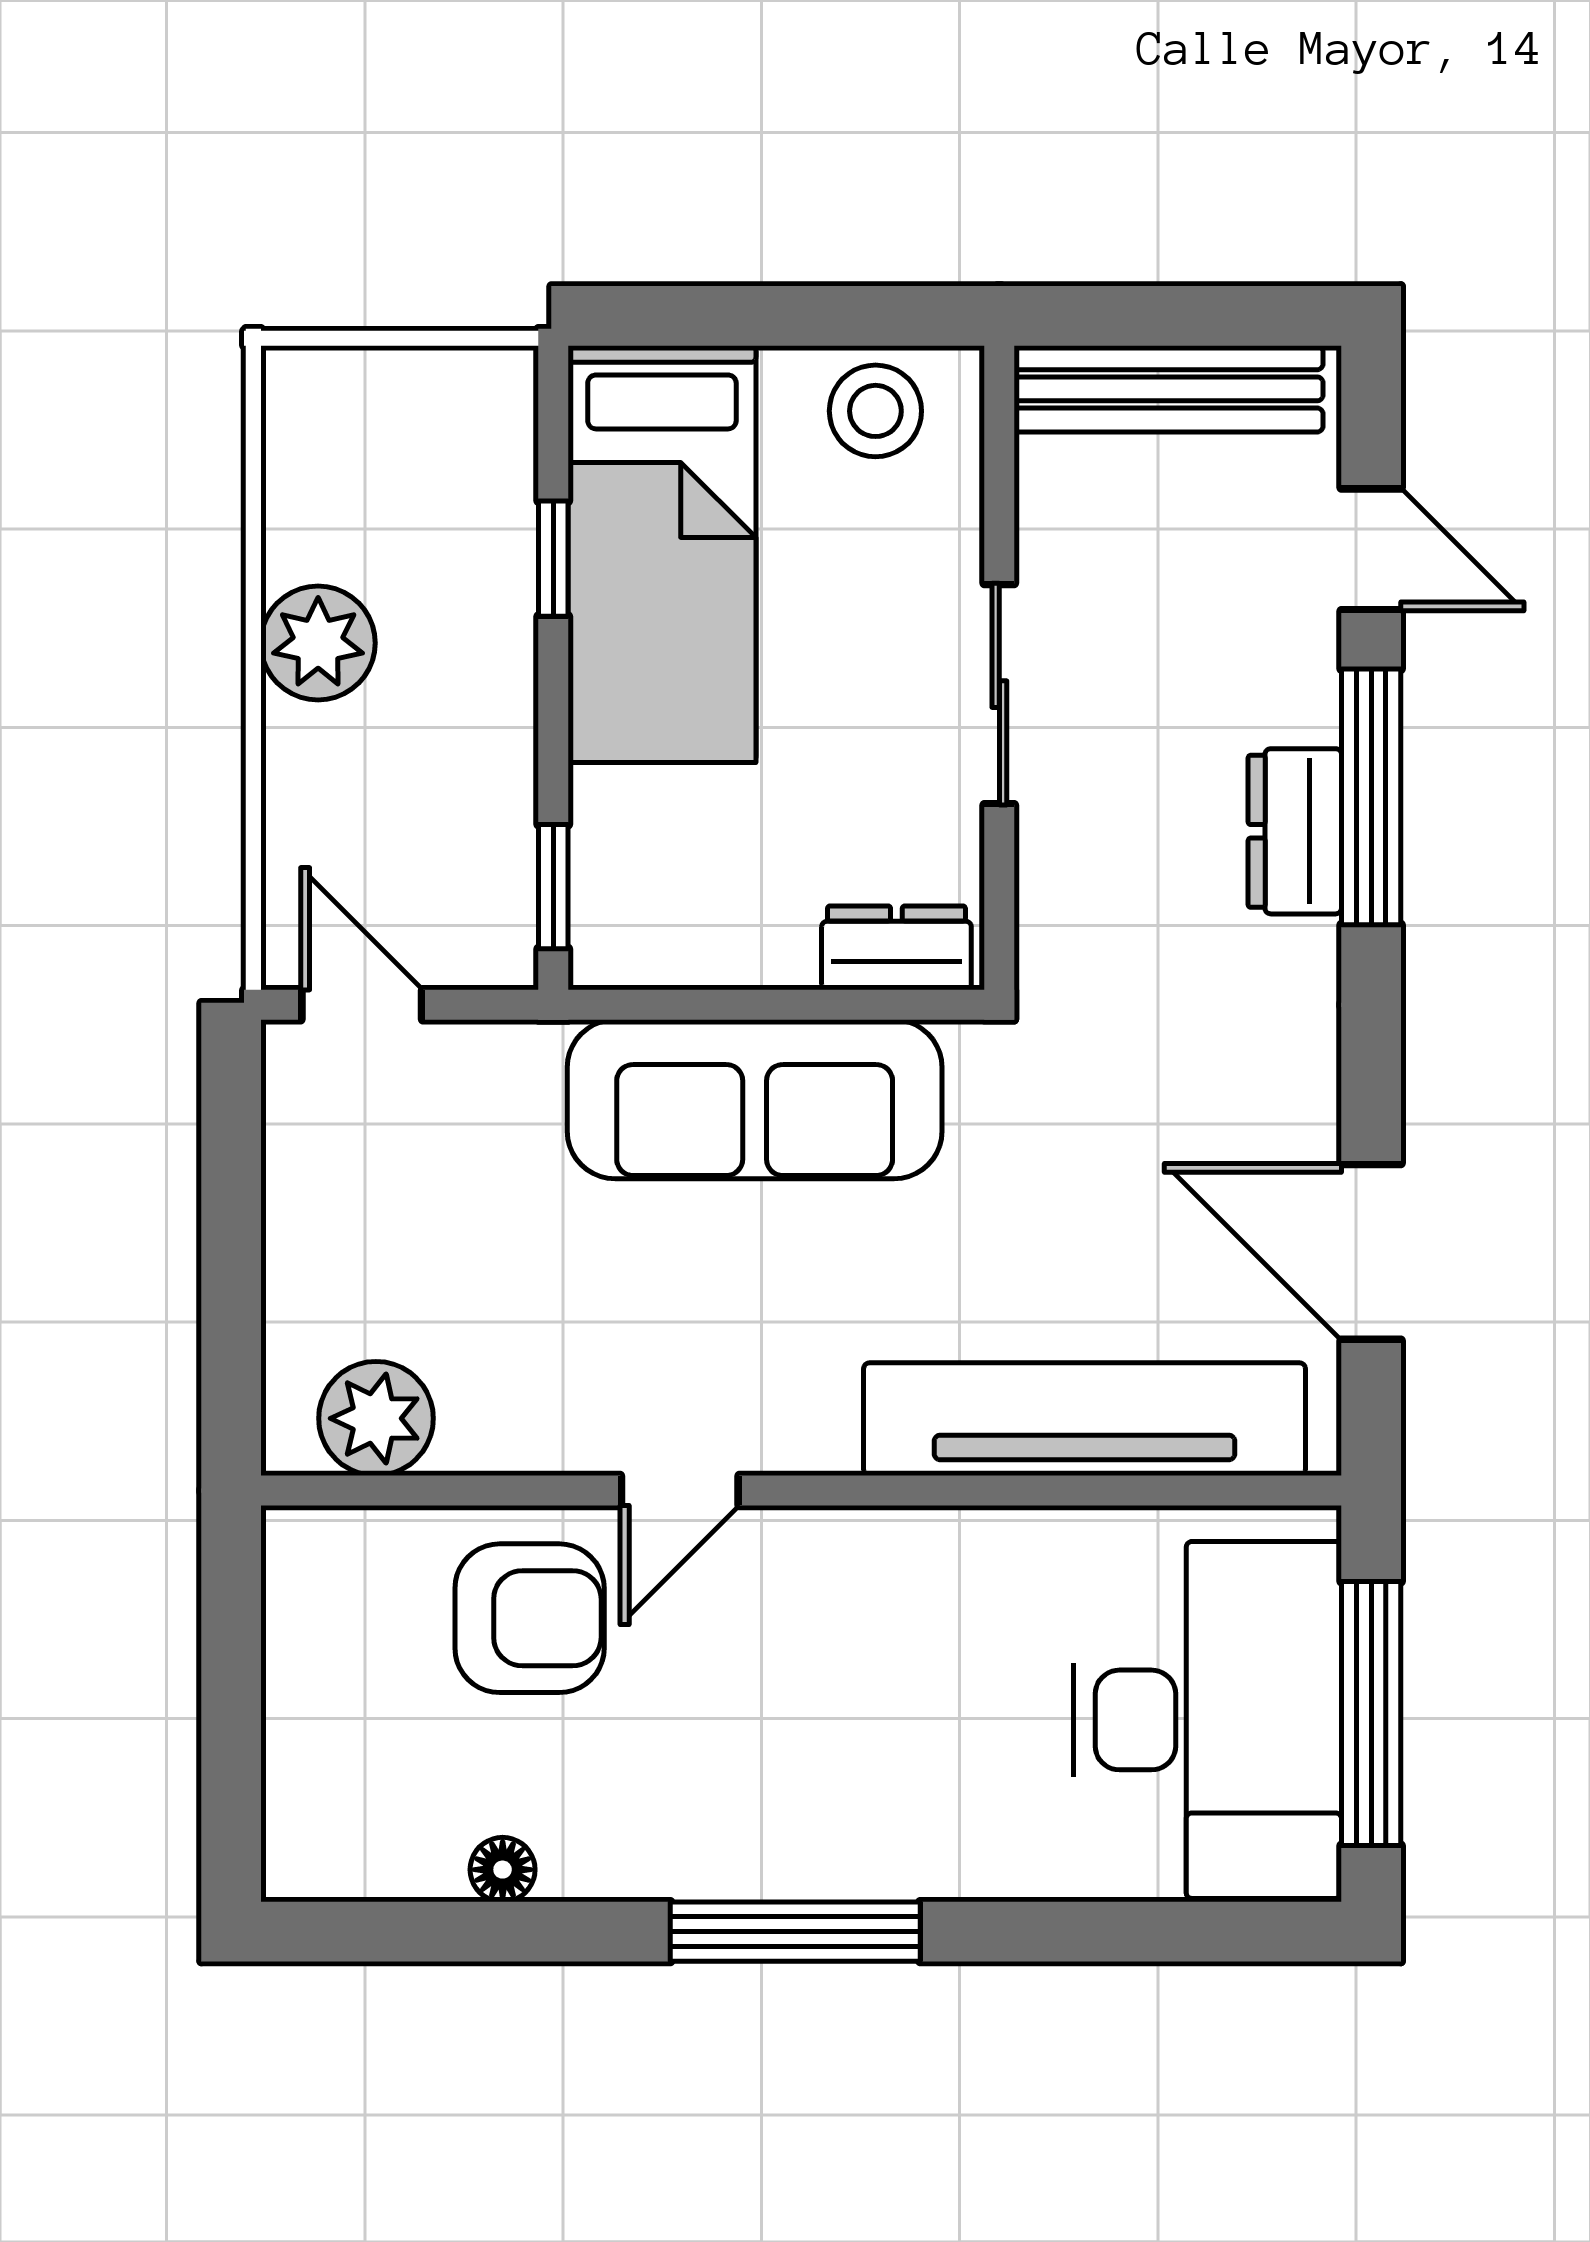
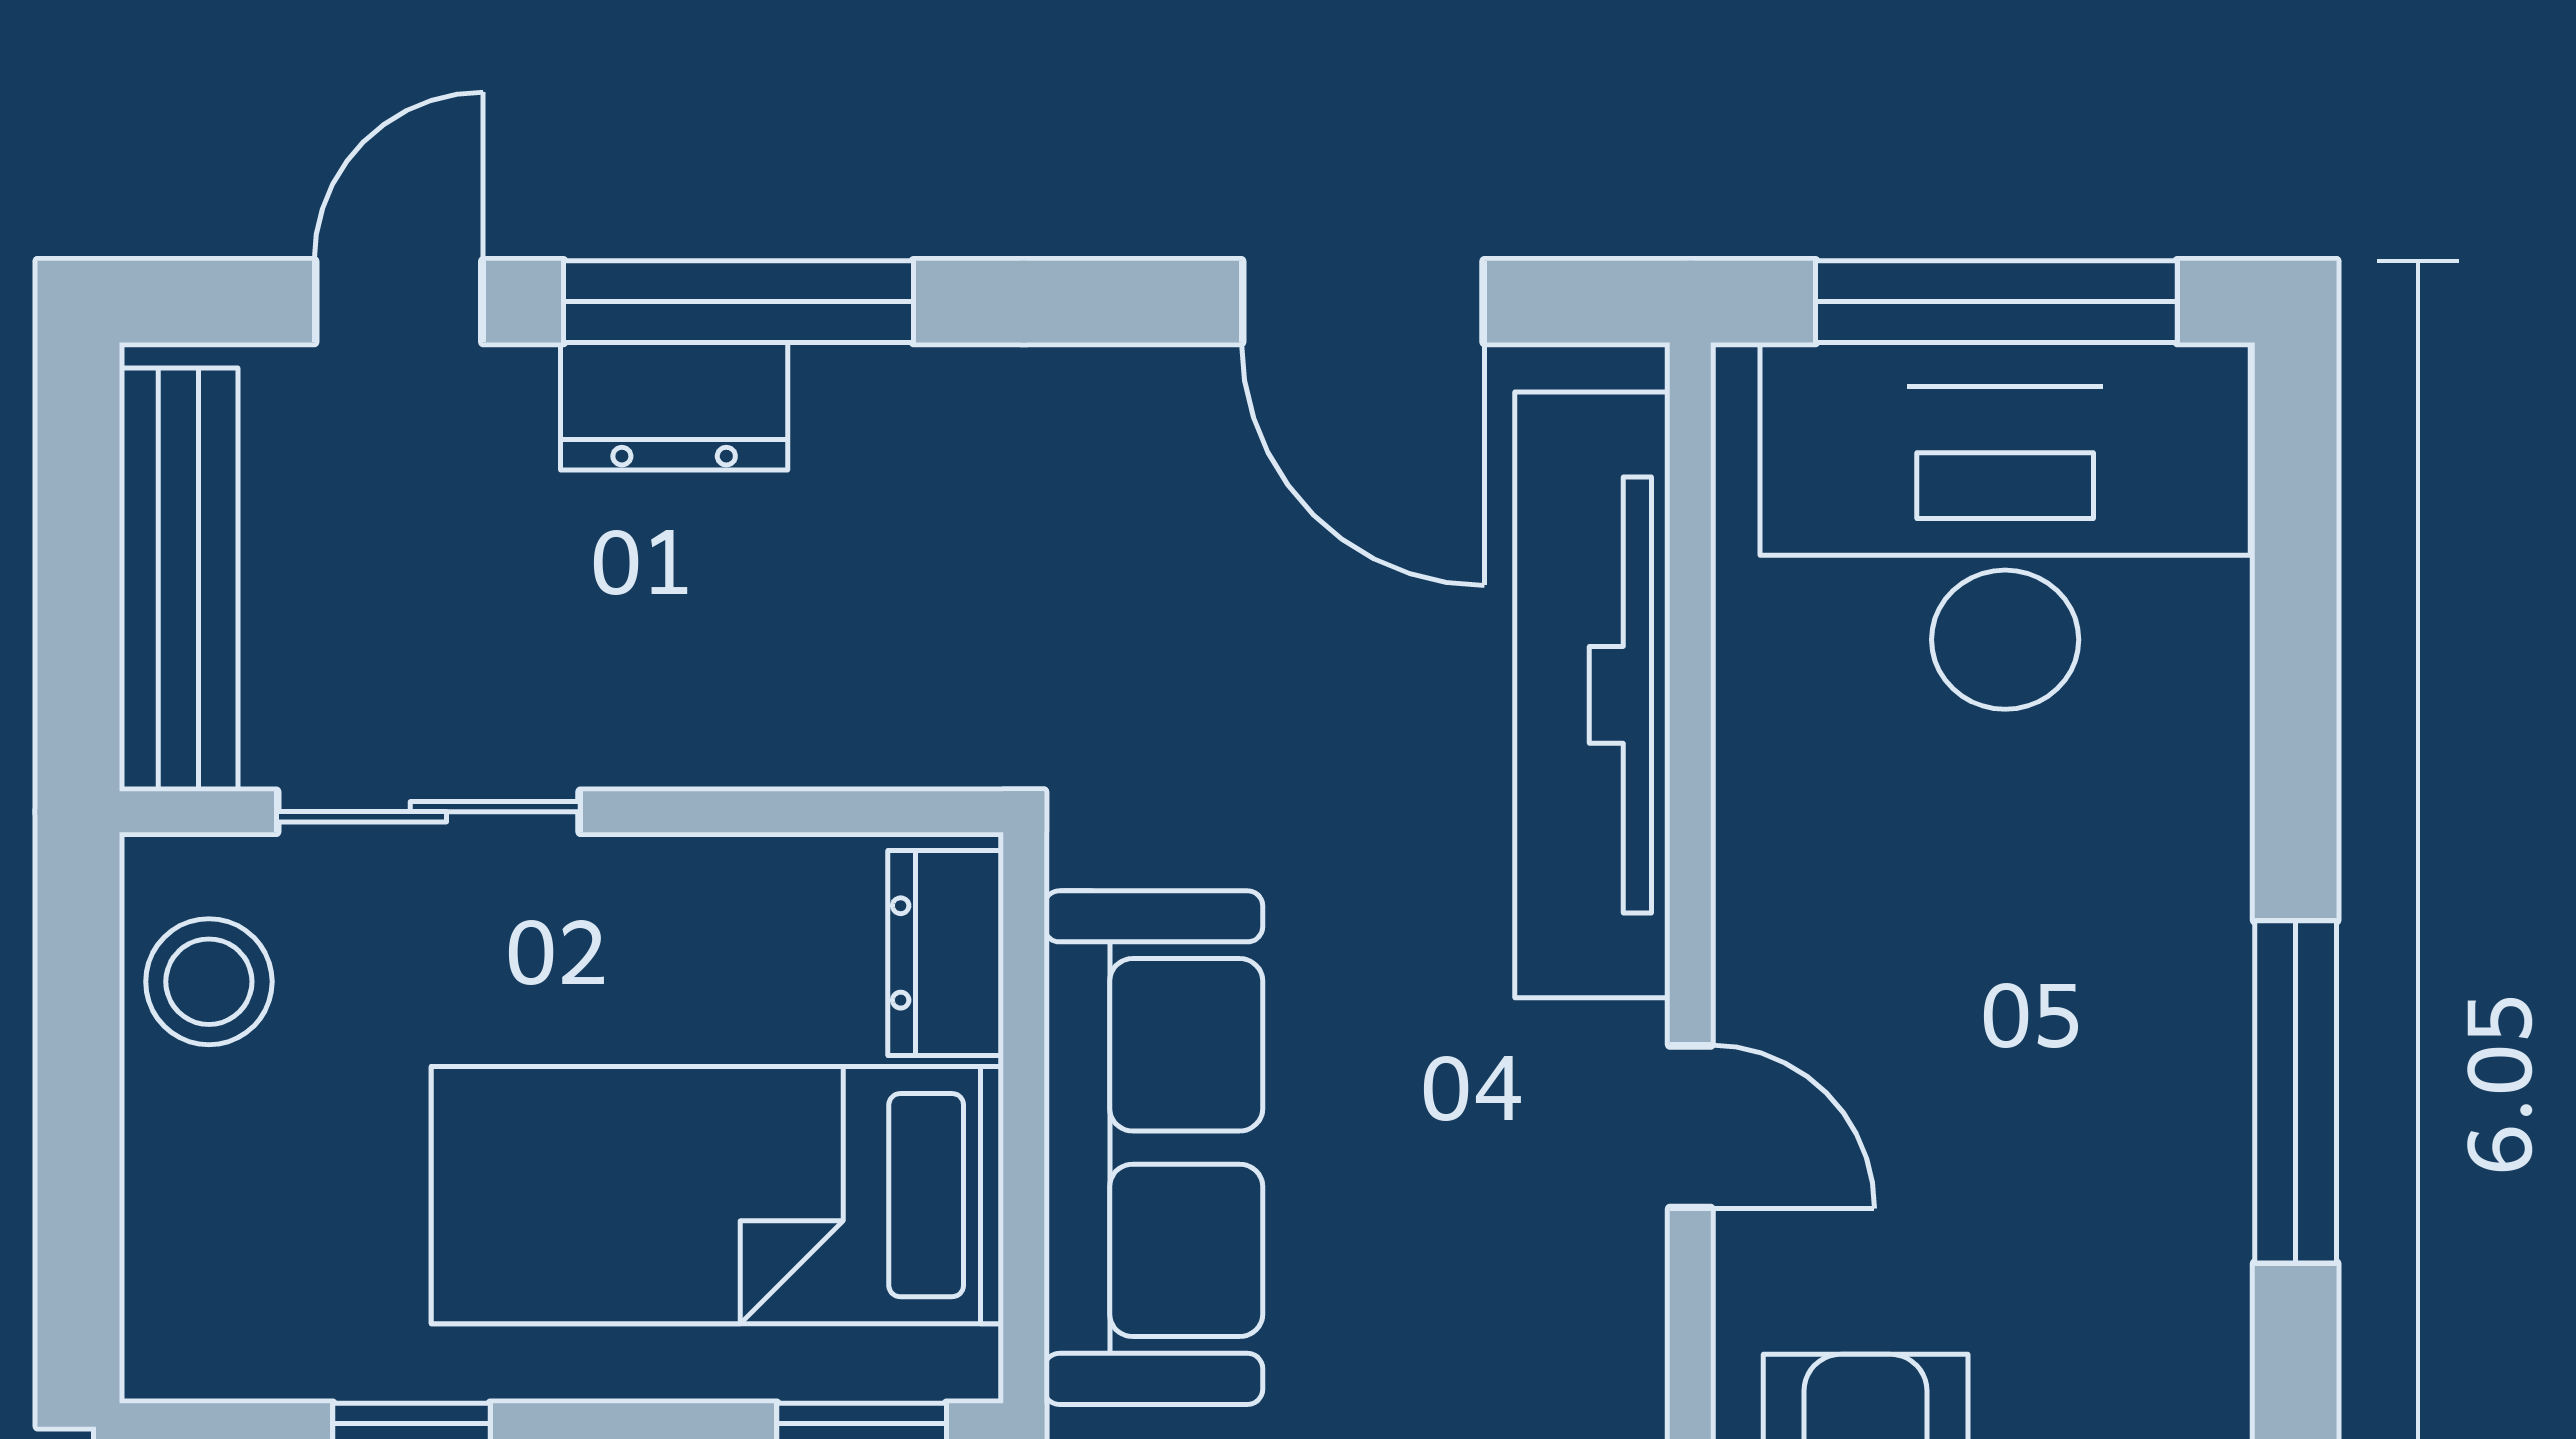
bed: (662, 554) -> (717, 1195), moved, turned 180
sliding door: (999, 694) -> (428, 812), moved
dresser: (1295, 831) -> (674, 406), moved
door: (1371, 1252) -> (1363, 302), hinge flipped
door: (680, 1491) -> (1690, 1127), moved

